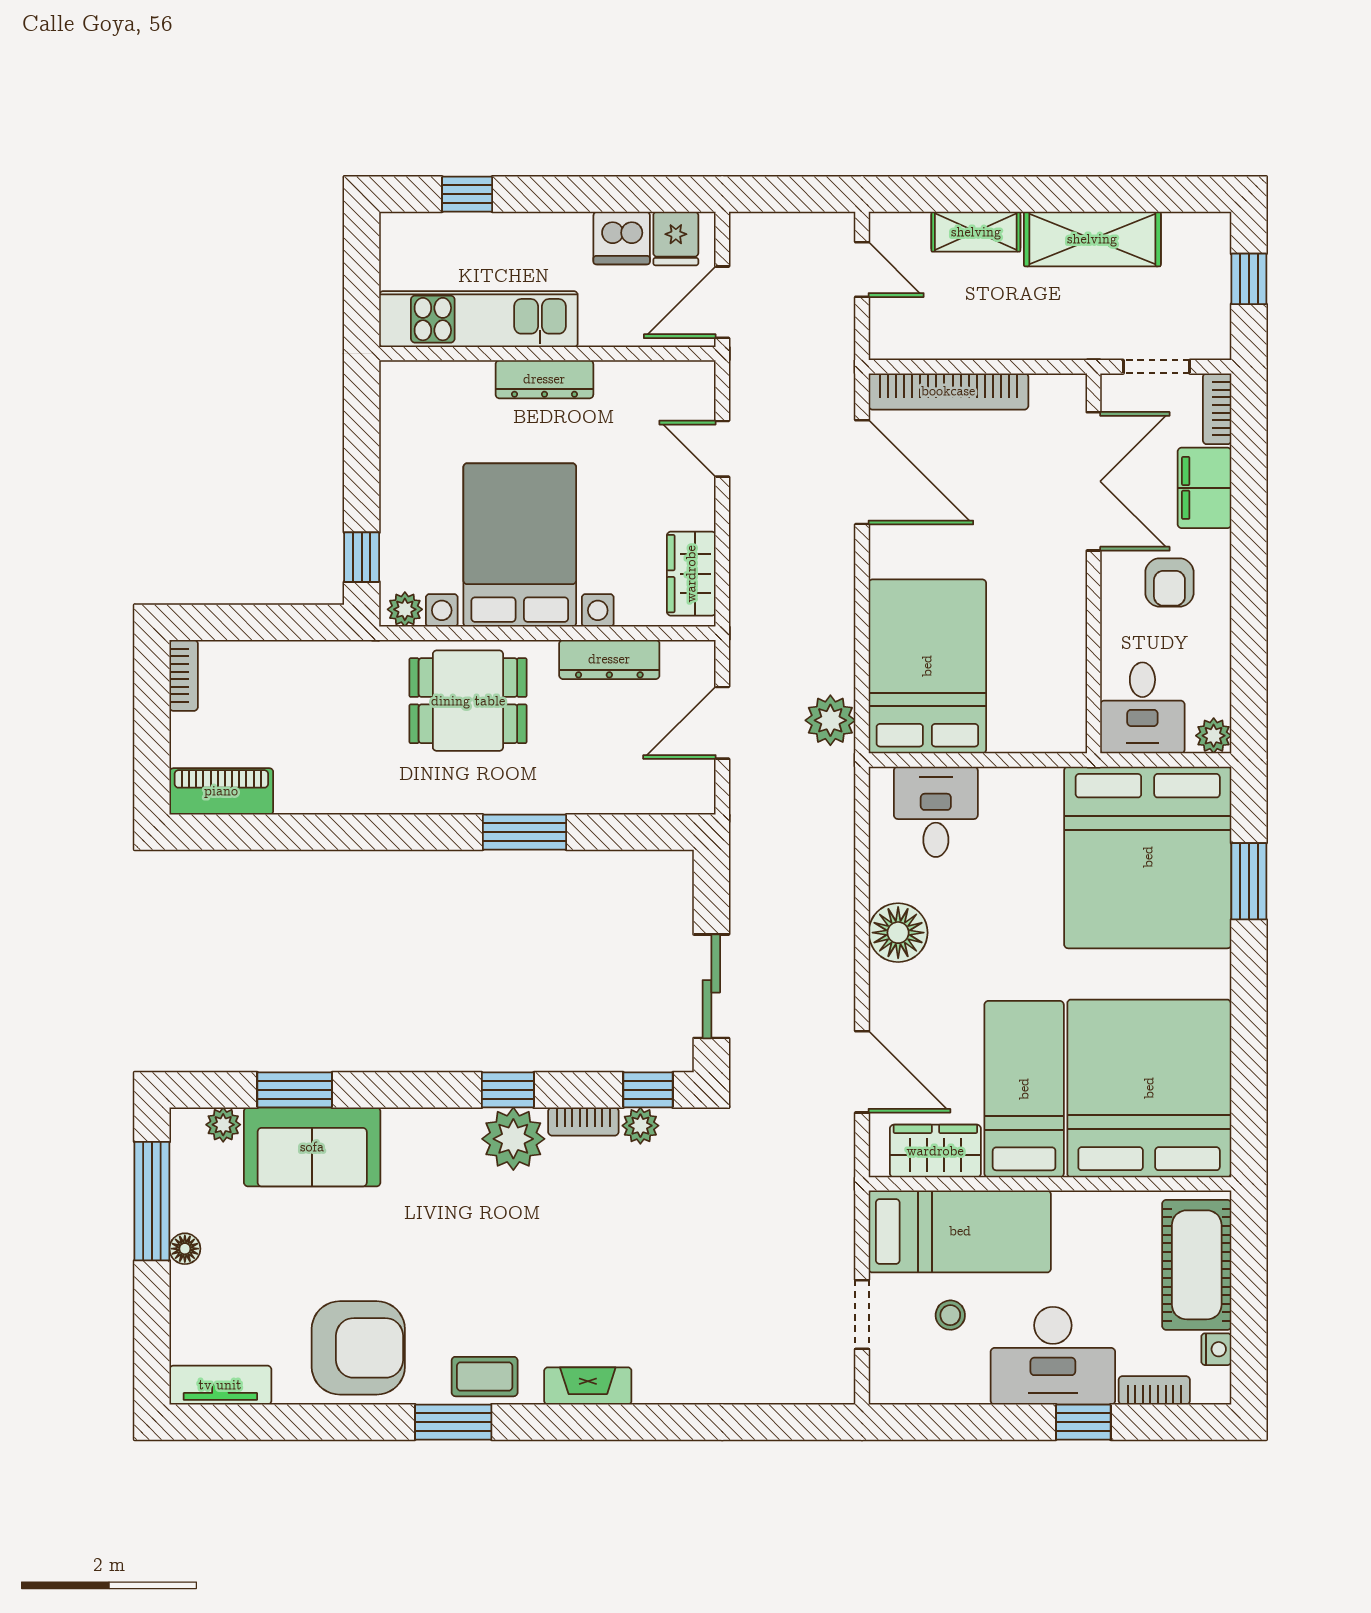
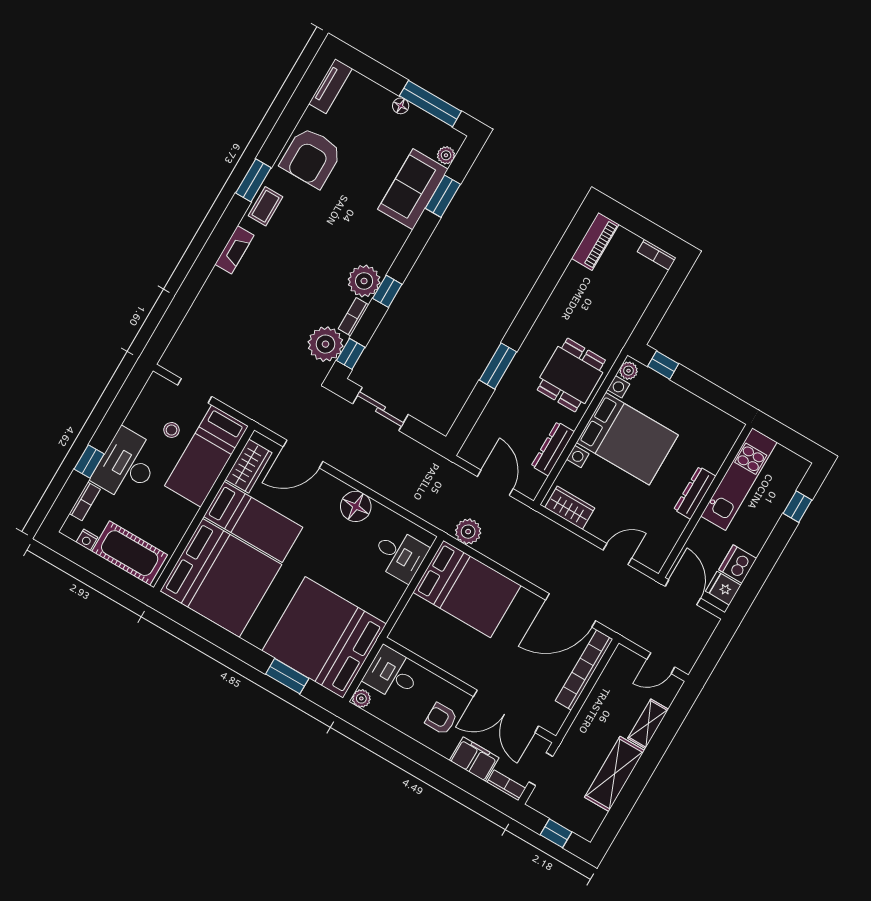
plant: (640, 1126) -> (325, 344), width x1.88, depth x1.88

